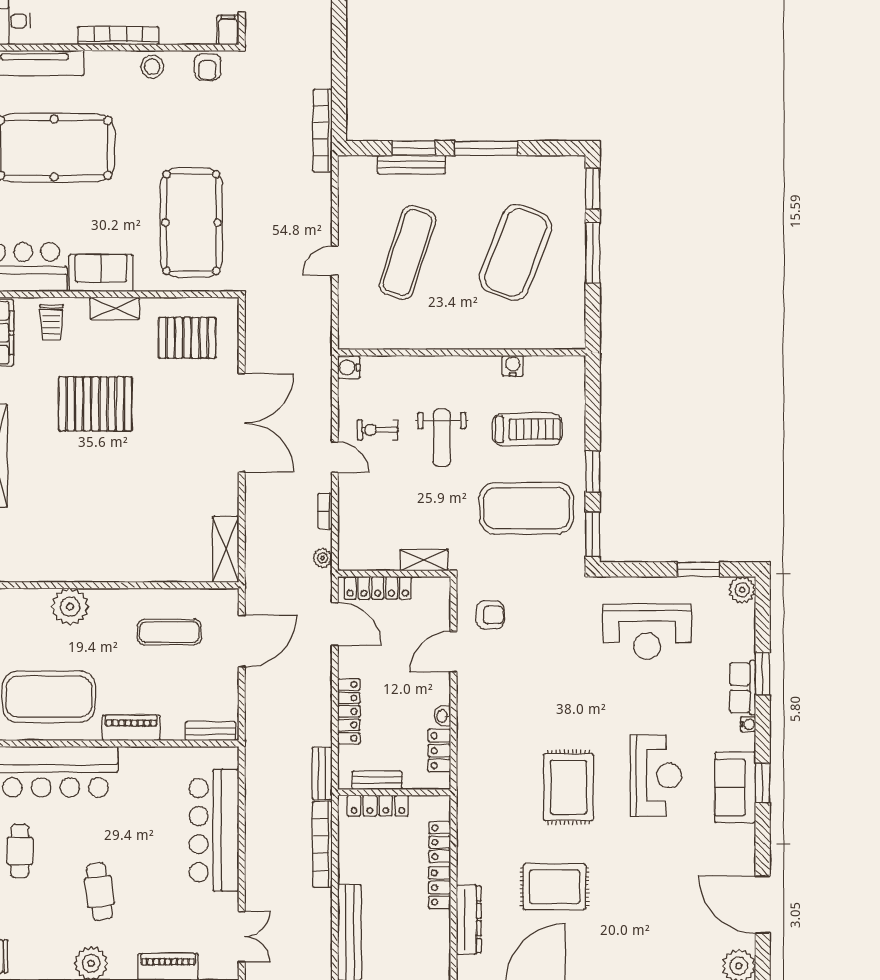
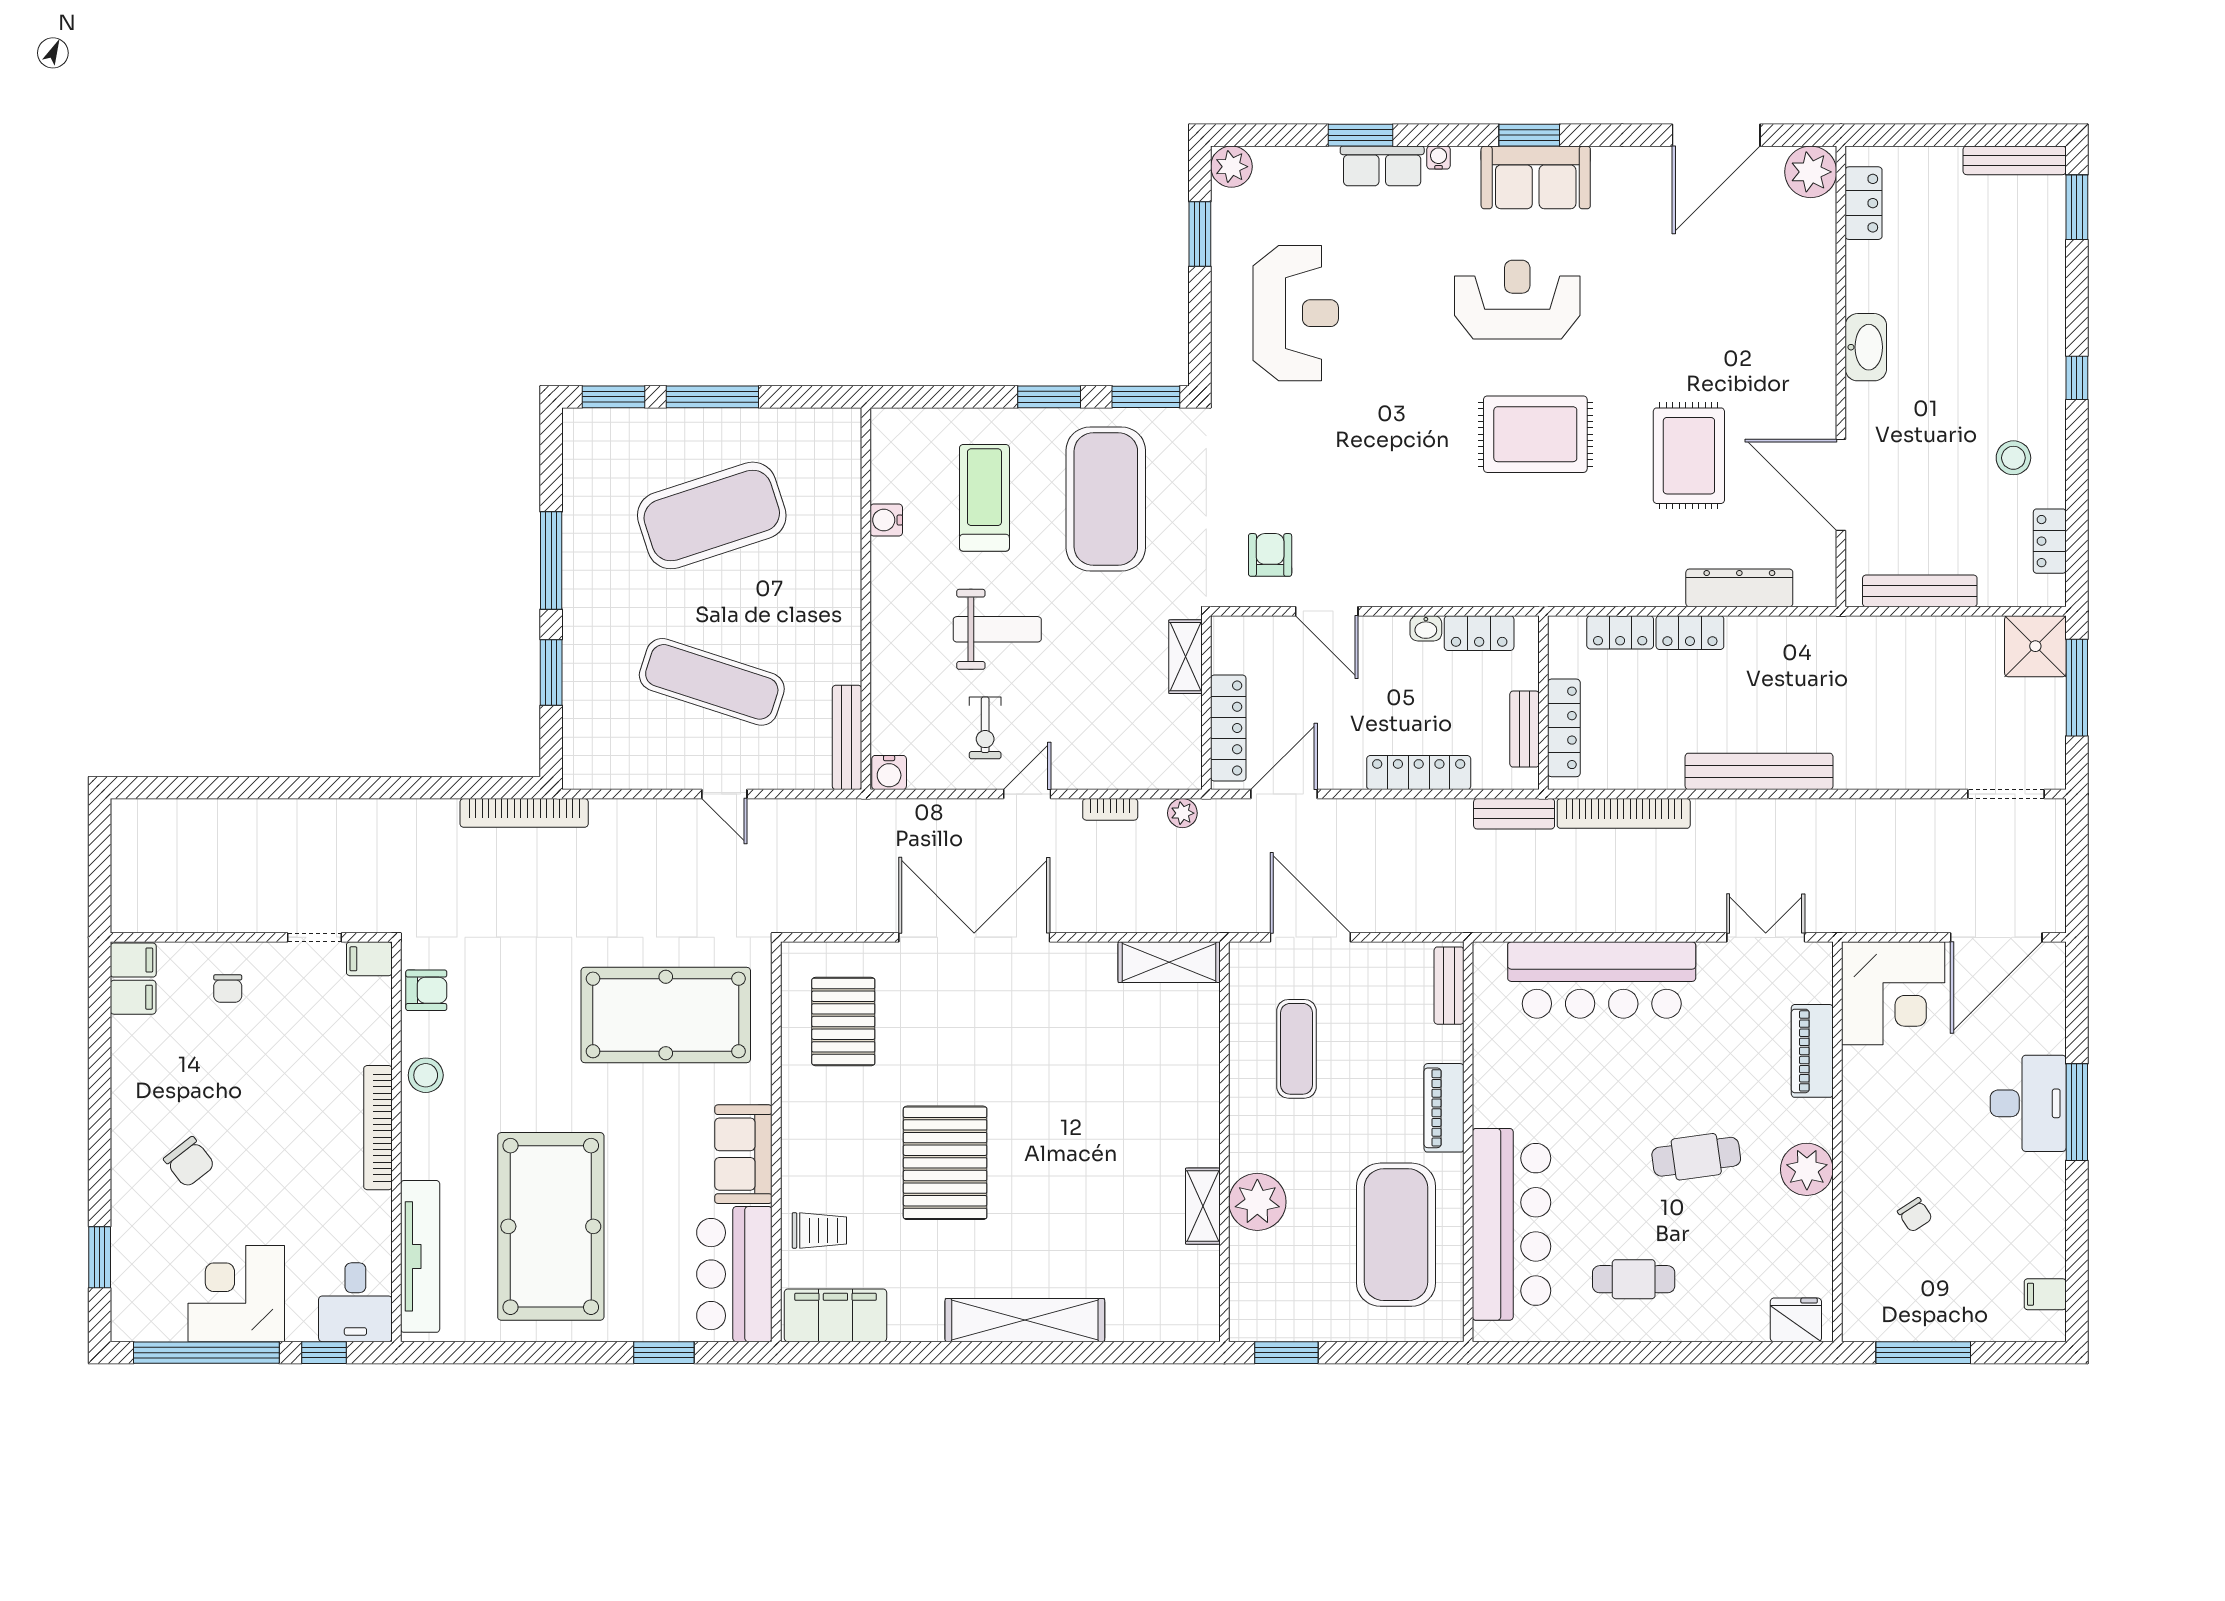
bench: (411, 165) -> (847, 737), moved
exercise mat: (516, 252) -> (712, 515), turned -39
shelving: (115, 308) -> (1203, 1206), moved

